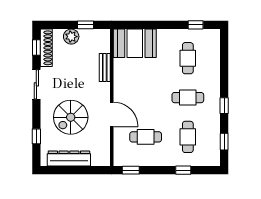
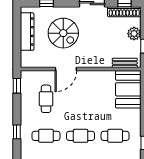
bench: (105, 67) -> (125, 63), moved
cafe table: (188, 98) -> (81, 136), turned 90
spiral stairs: (71, 117) -> (63, 33), turned 180

